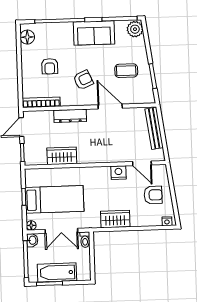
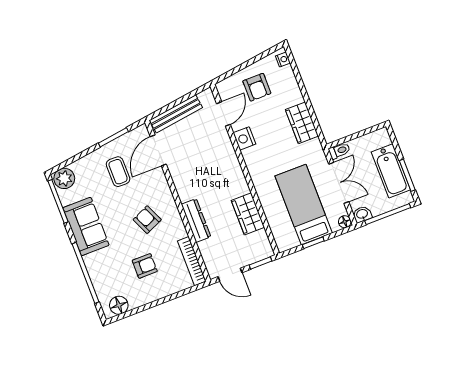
door: (110, 107) -> (158, 150), moved
armchair: (153, 195) -> (257, 87), turned 180

